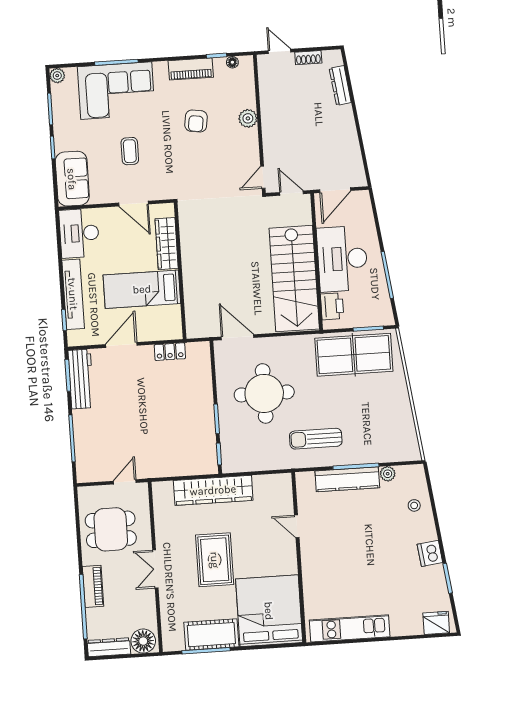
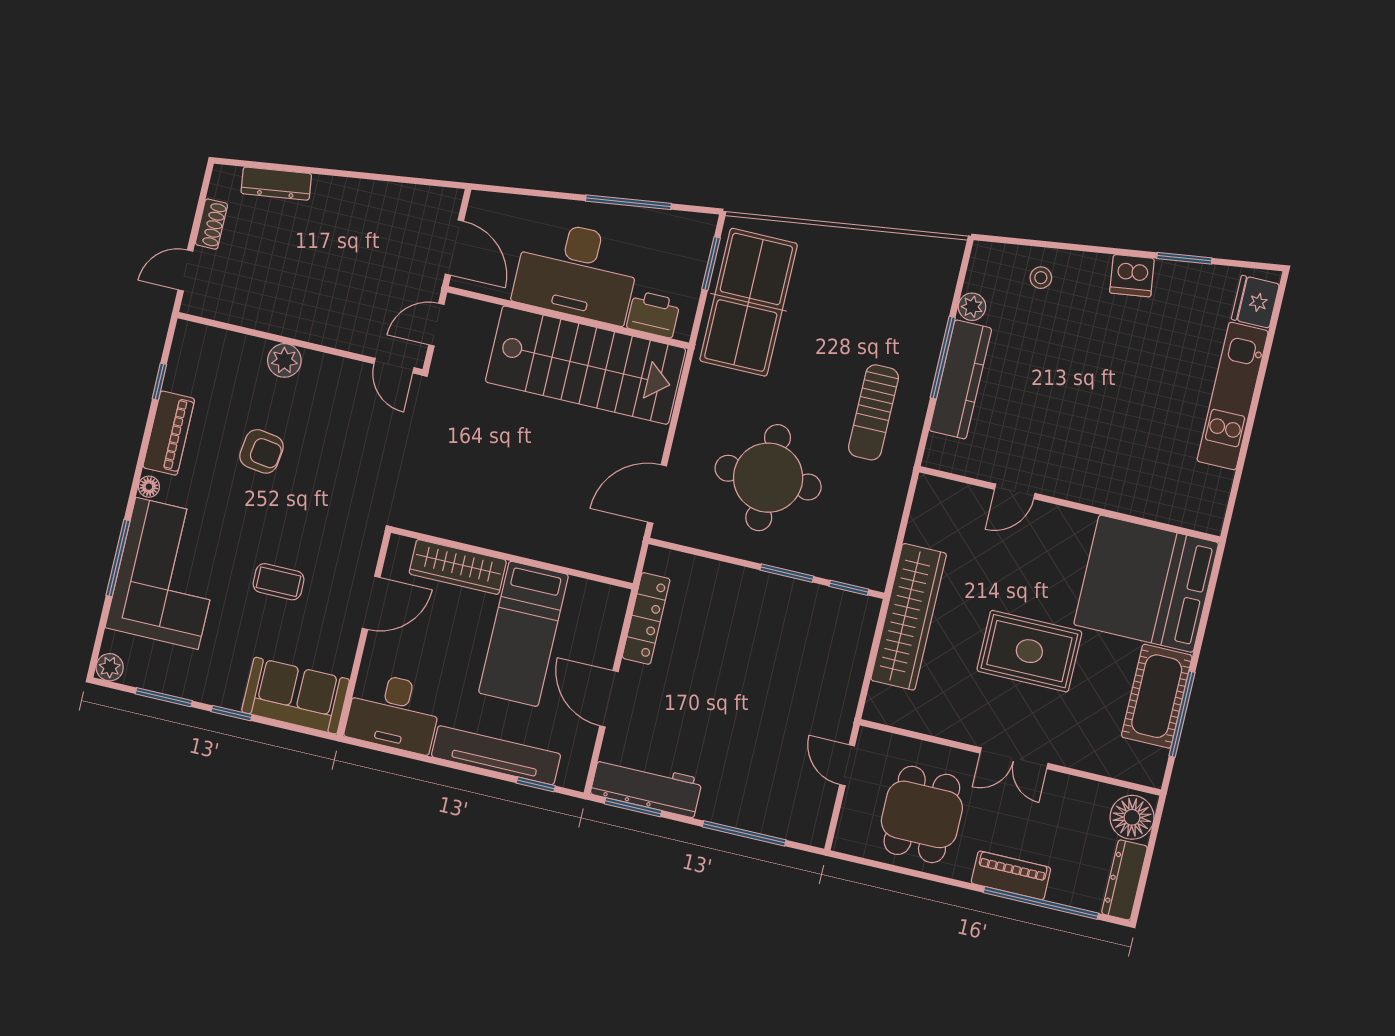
floor lamp: (232, 62) -> (149, 487), moved
locker: (170, 352) -> (646, 618), width x1.53
kitchen unit: (350, 628) -> (1233, 396), moved

